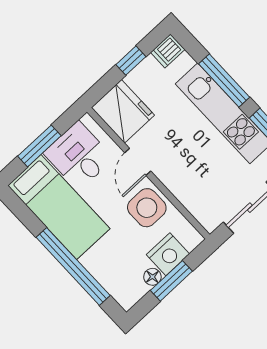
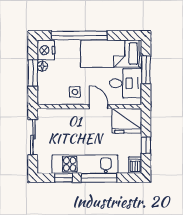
side table: (147, 208) -> (75, 92), width x0.54, depth x0.54
nightstand: (168, 254) -> (46, 50), moved

